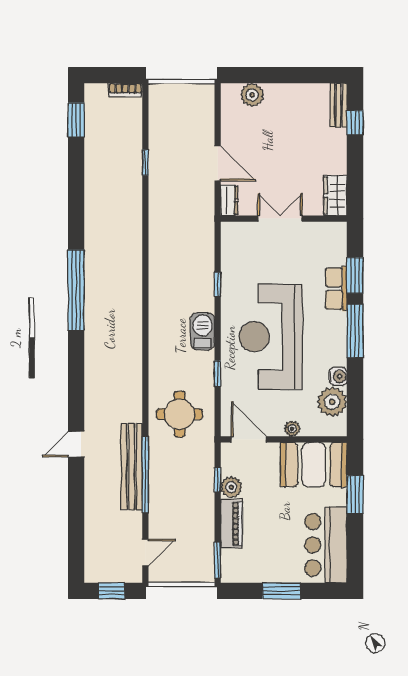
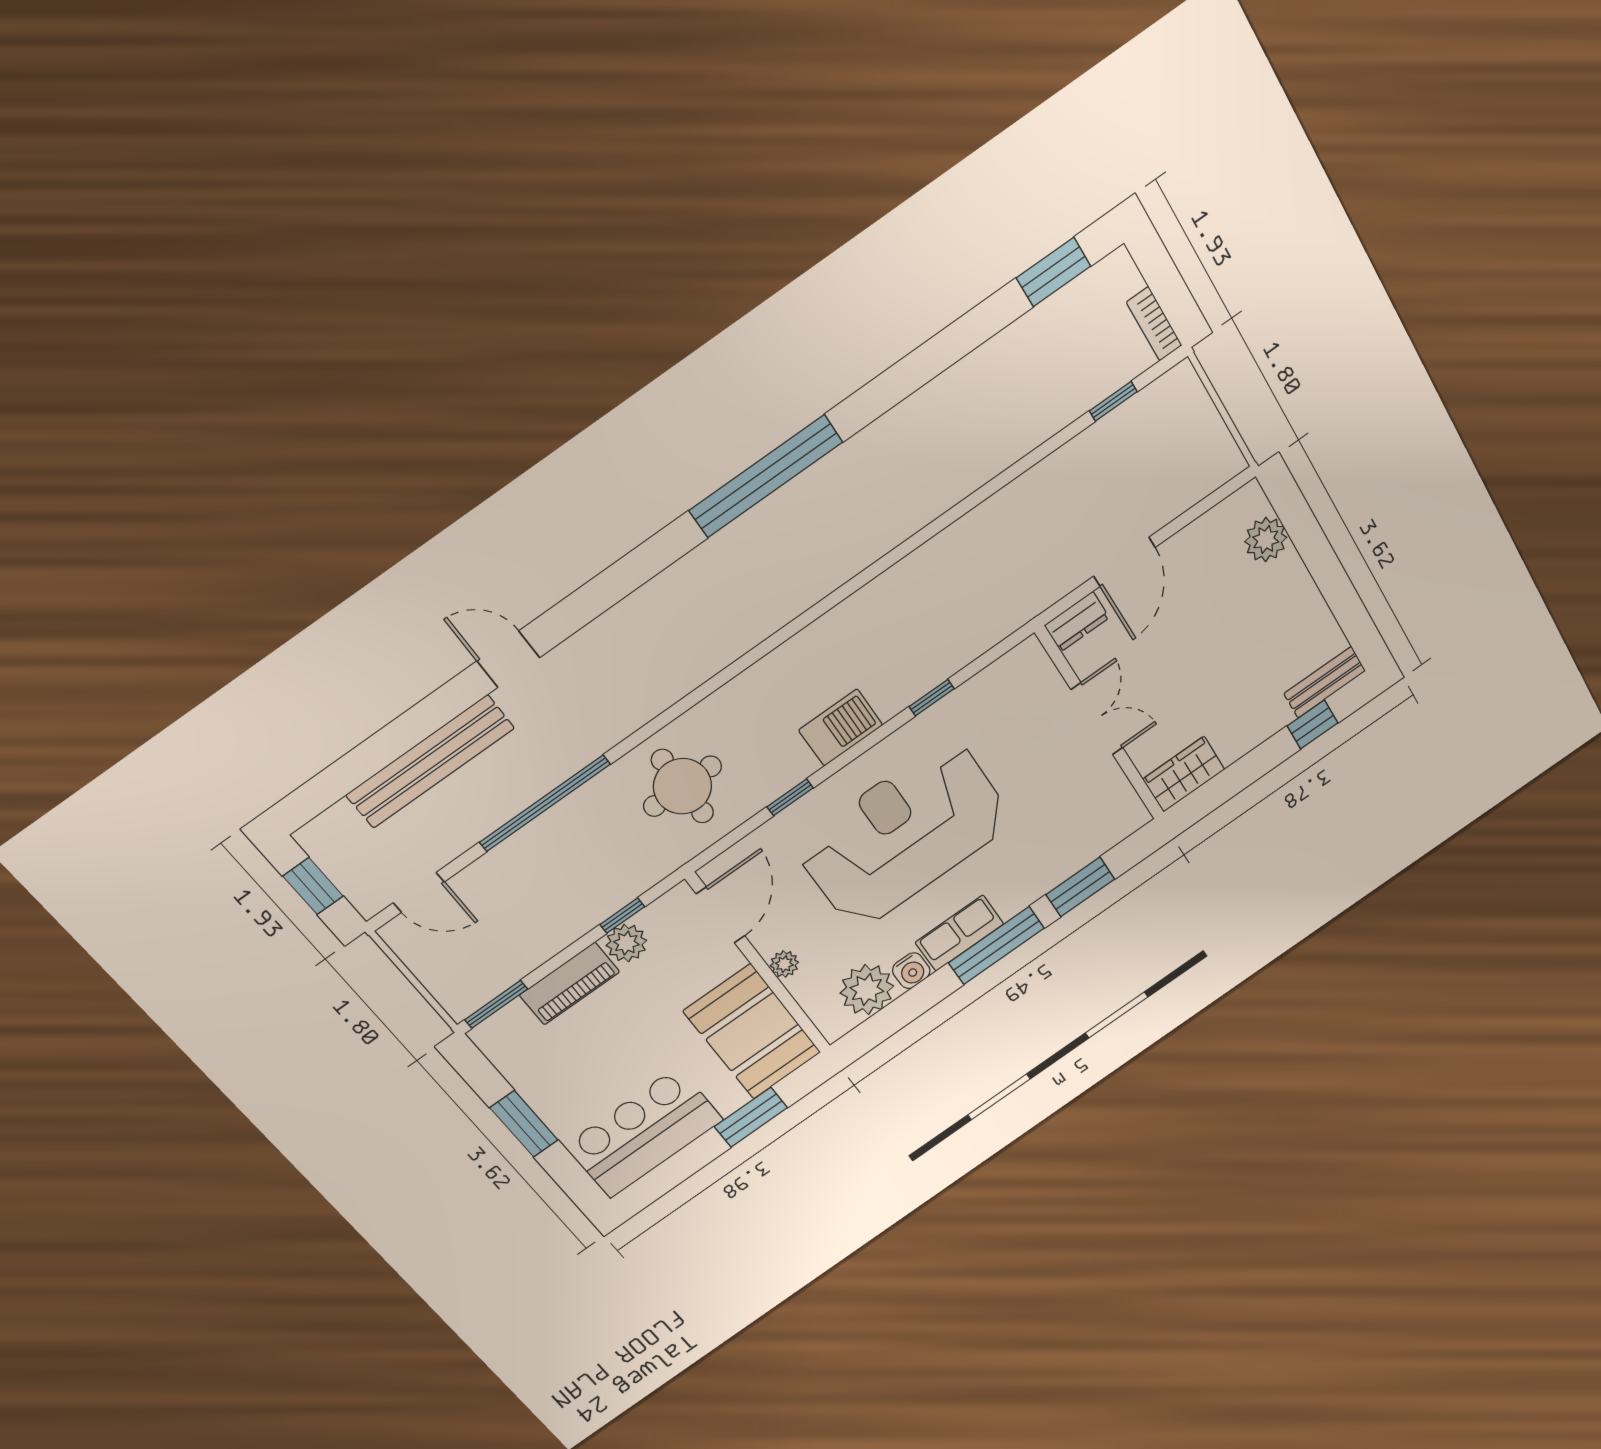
window: (145, 163) -> (1113, 401), moved
row of seats: (336, 289) -> (959, 933), moved
bench: (132, 467) -> (430, 762), moved

